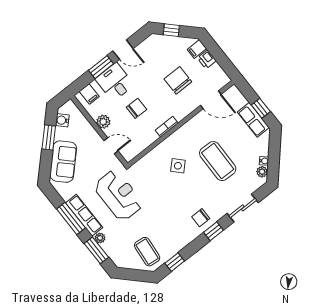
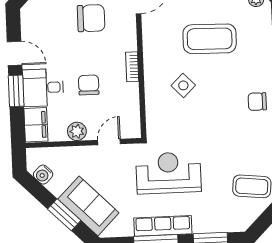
door: (123, 50) -> (15, 53), hinge flipped
chair: (178, 80) -> (91, 18), turned 180
filing cabinet: (89, 94) -> (36, 125), width x2.00
window: (49, 138) -> (64, 215), moved
chair: (201, 218) -> (257, 102), turned 90
plant: (100, 238) -> (200, 226), removed

